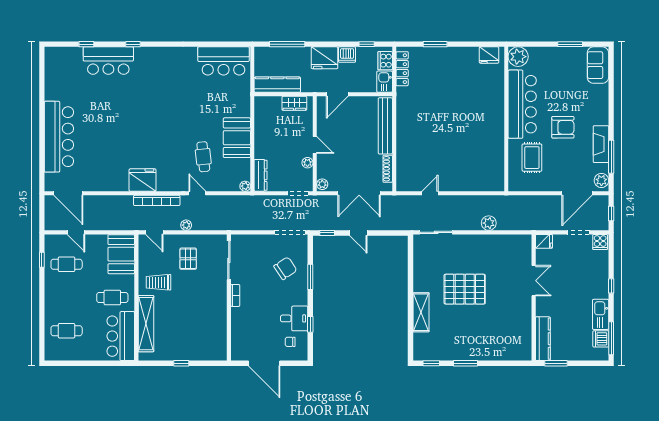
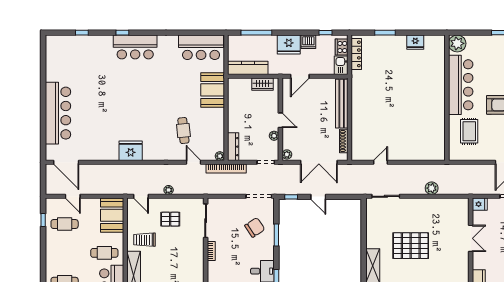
fridge: (489, 55) -> (415, 42), moved
bar counter: (108, 61) -> (135, 47), moved
booth: (237, 138) -> (213, 90), moved
door: (197, 193) -> (193, 162), moved
bookcase: (157, 200) -> (226, 169), moved
pallet: (188, 259) -> (170, 219), turned 90

